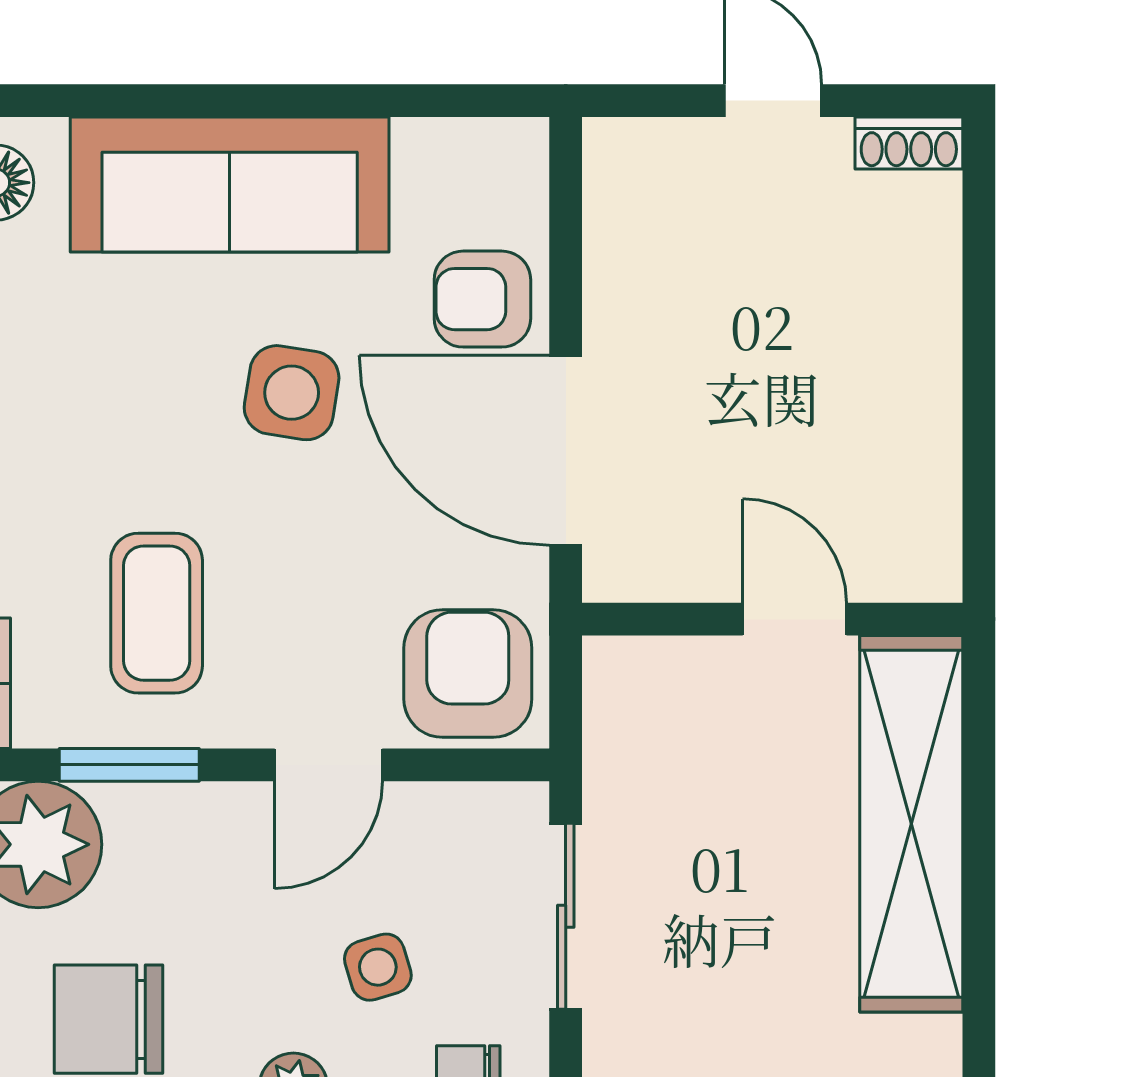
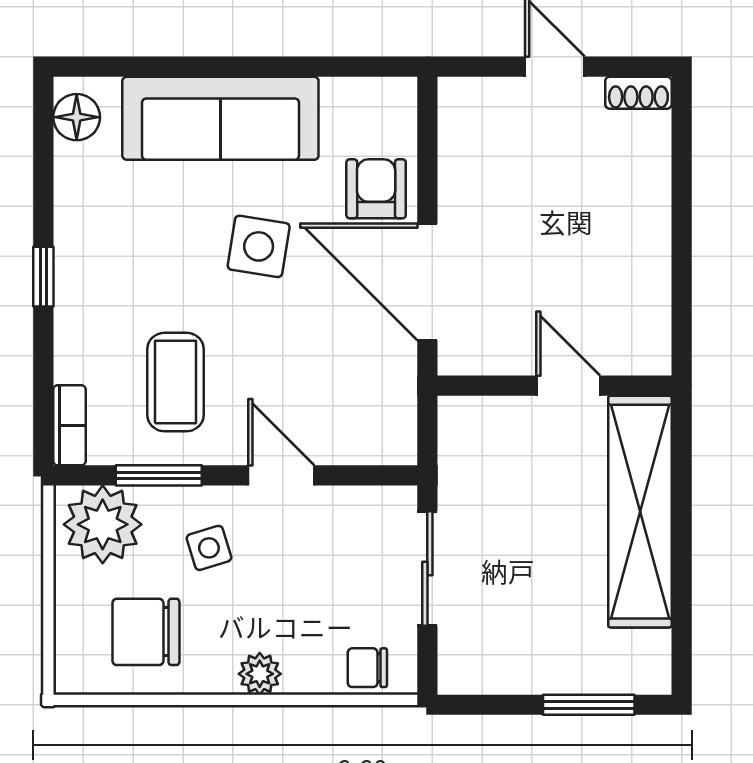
armchair: (482, 299) -> (376, 189), turned 90
armchair: (468, 674) -> (367, 419), removed
door: (328, 765) -> (281, 475), swing flipped
side table: (378, 967) -> (209, 548), moved

